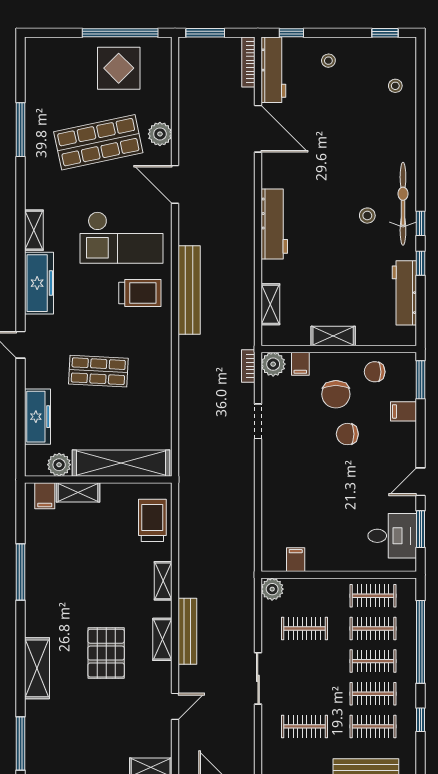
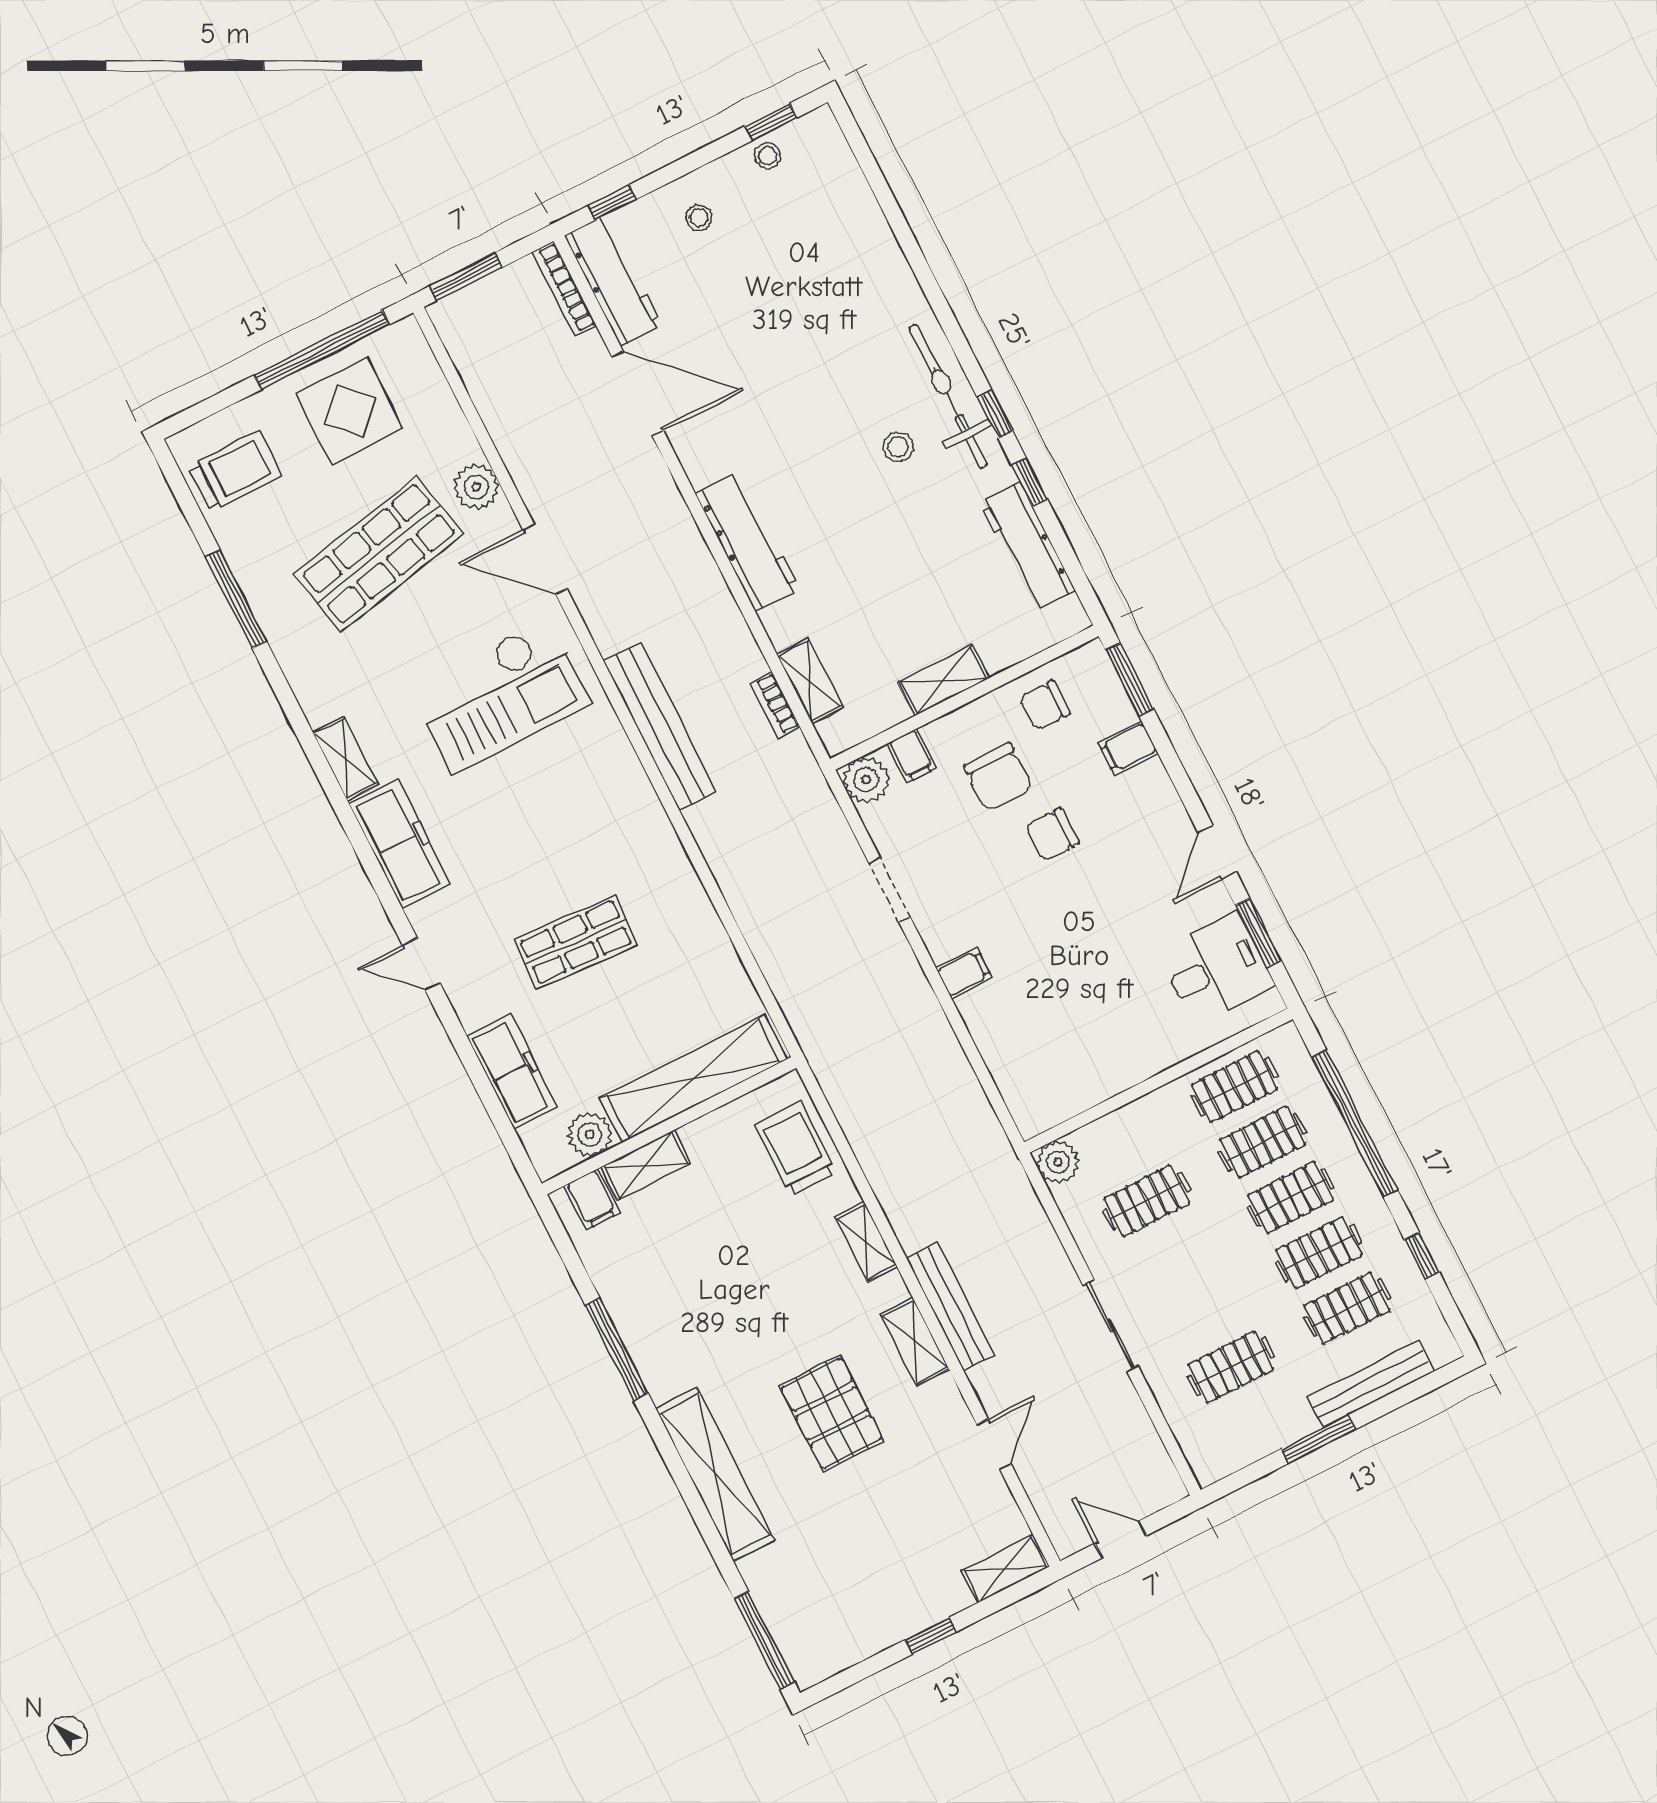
stool: (395, 86) -> (768, 156), moved
trolley: (140, 293) -> (235, 471), moved
bookcase: (248, 366) -> (775, 705), moved
filing cabinet: (296, 560) -> (964, 973), moved, turned 90
shelving: (37, 668) -> (715, 1474), width x1.47

